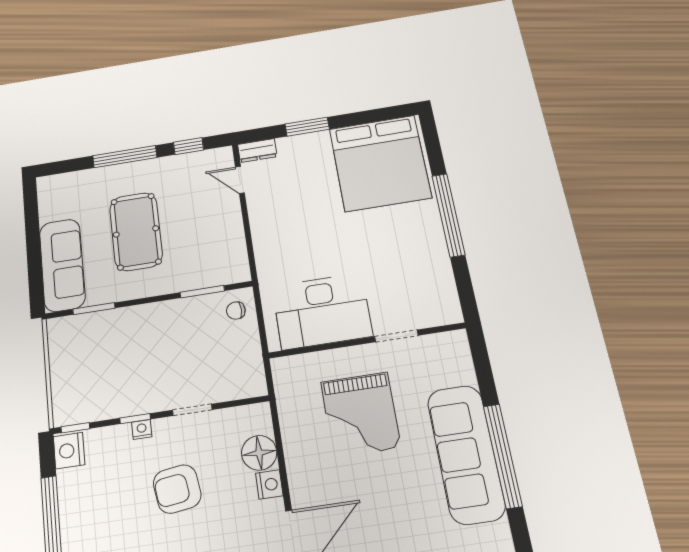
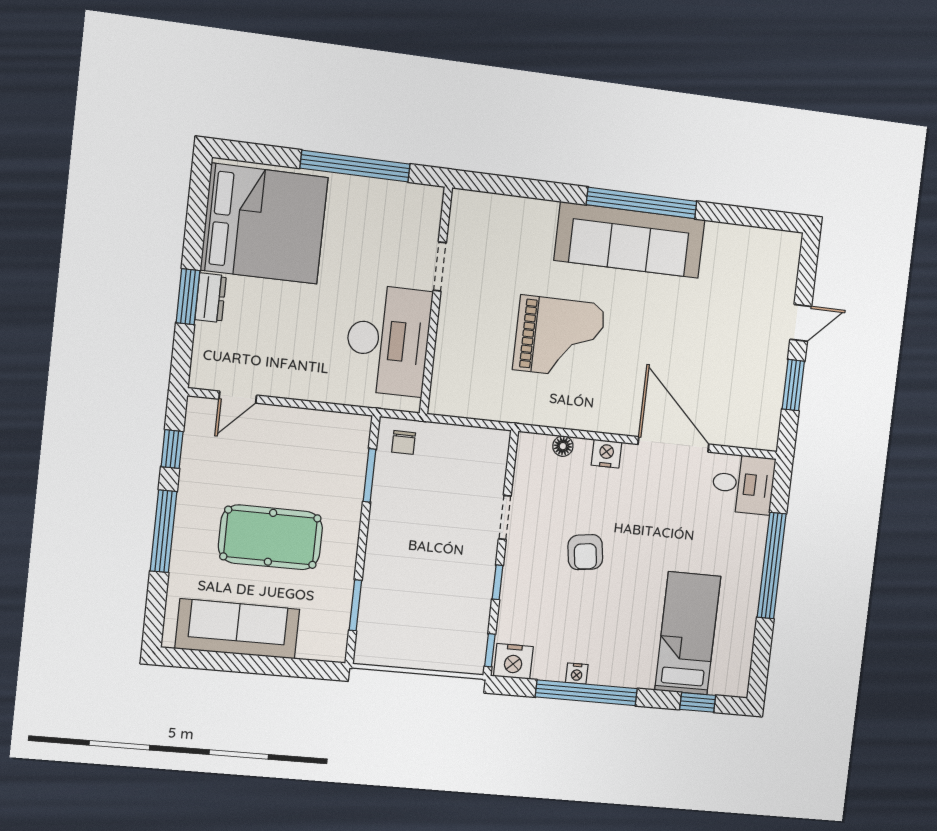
dresser: (257, 151) -> (211, 298), moved
sofa: (62, 265) -> (237, 629), moved
desk: (322, 311) -> (388, 340), moved
doorway: (396, 336) -> (440, 267), moved
wall: (367, 340) -> (436, 301), moved
nightstand: (142, 429) -> (577, 674), moved, turned -90
floor lamp: (259, 453) -> (563, 446), width x0.53, depth x0.53
armchair: (177, 489) -> (585, 552), width x0.72, depth x0.72

